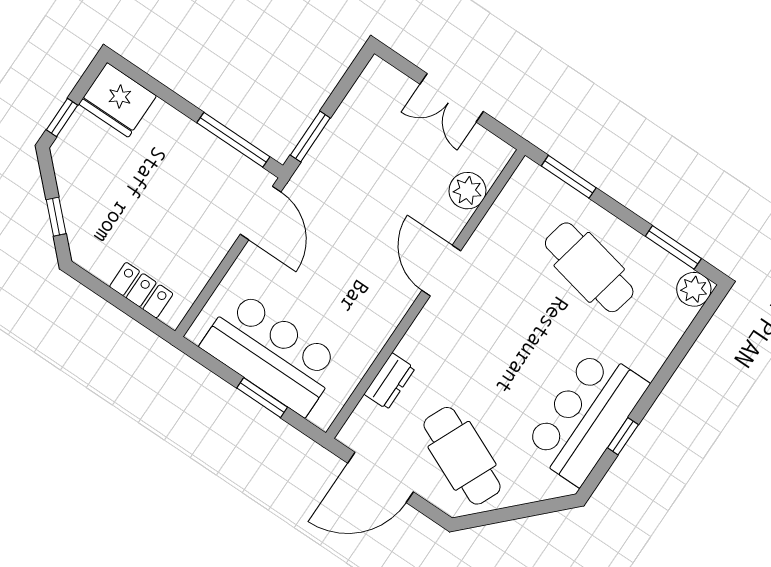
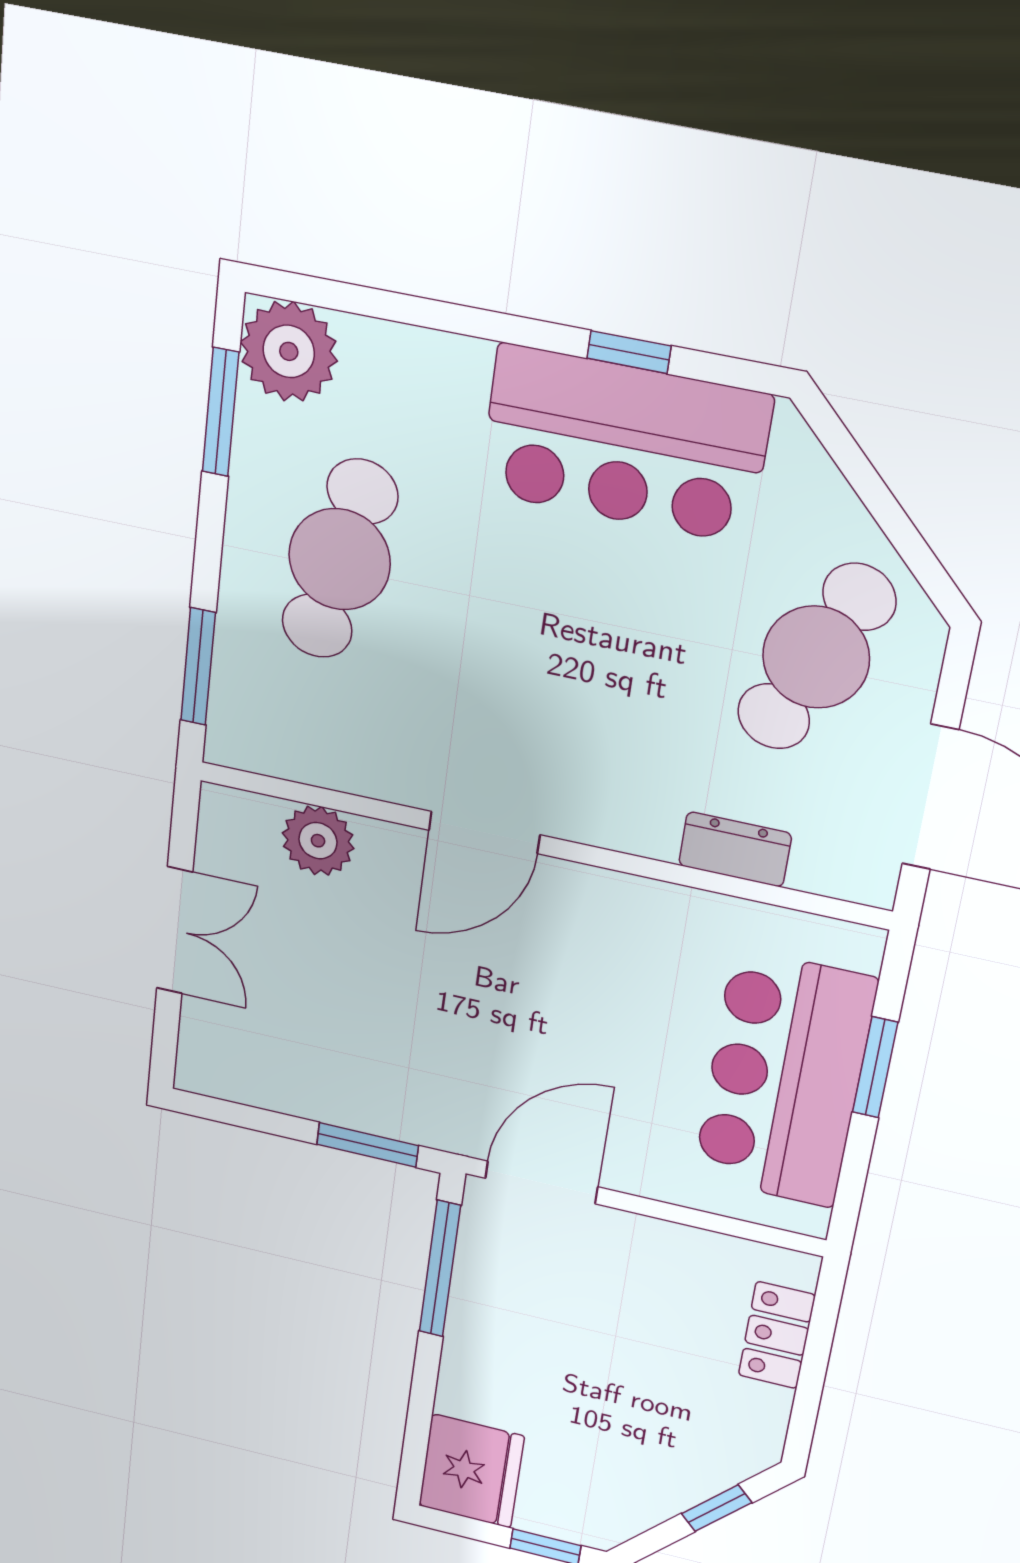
plant: (694, 289) -> (289, 351), width x1.36, depth x1.36

